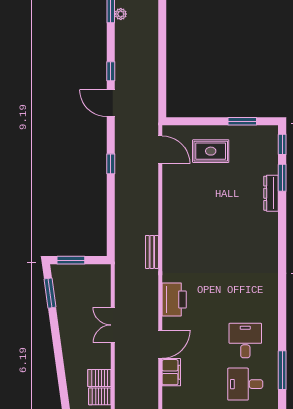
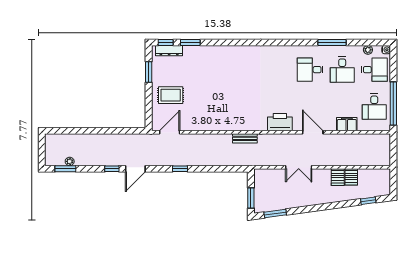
rug: (211, 151) -> (171, 95), turned 90
dresser: (271, 193) -> (169, 51), moved
filing cabinet: (171, 372) -> (347, 124), moved

